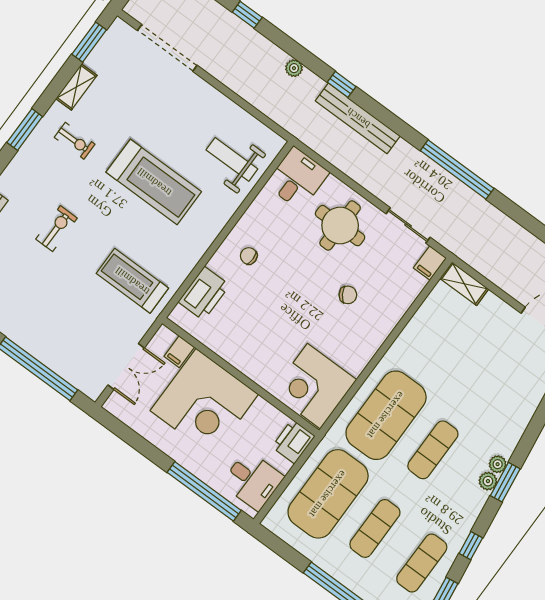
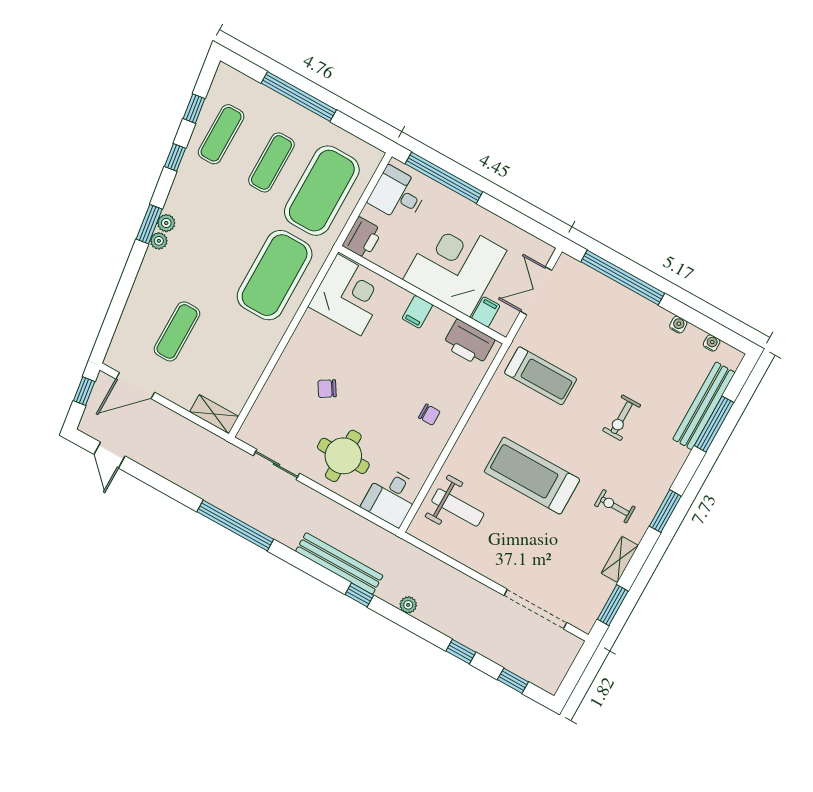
filing cabinet: (430, 263) -> (417, 312), moved, turned 180
printer: (204, 293) -> (469, 343), moved, turned -90
exercise mat: (433, 450) -> (177, 331), moved

